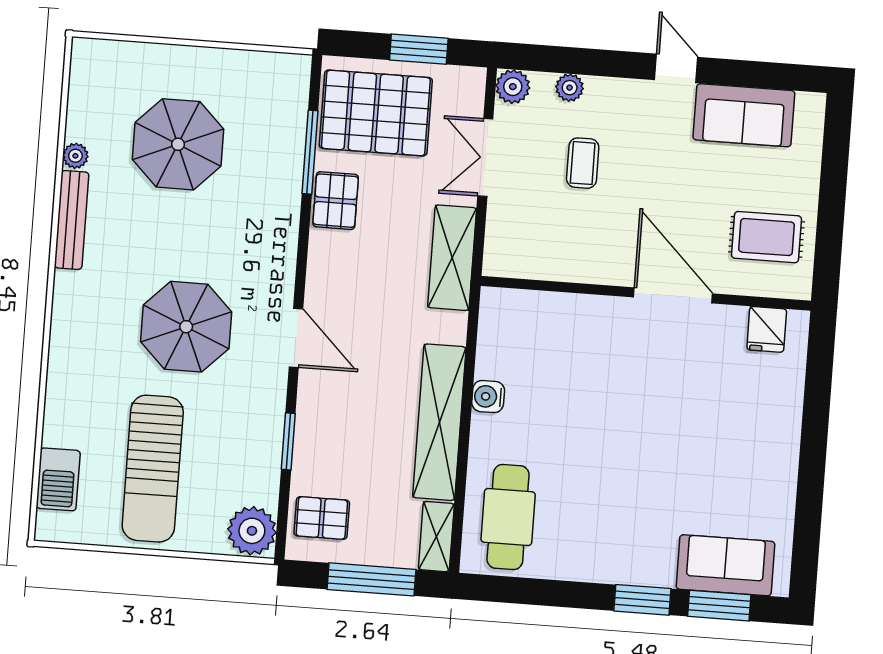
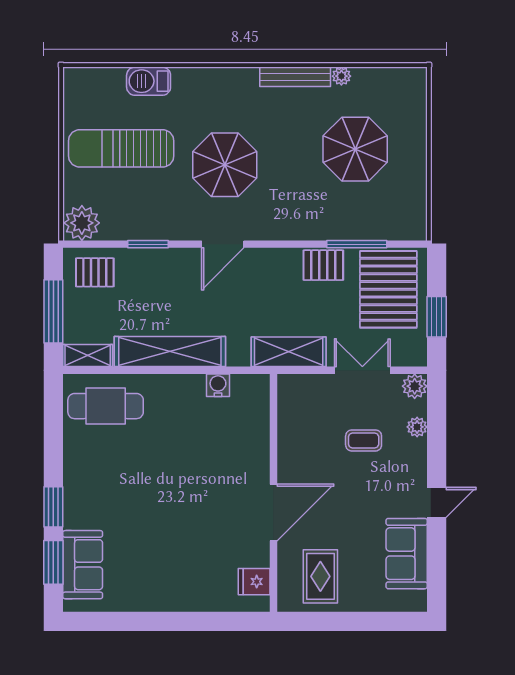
water cooler: (488, 397) -> (218, 385), moved
barbecue: (58, 479) -> (149, 81), moved
pallet: (322, 518) -> (95, 272), turned 90

